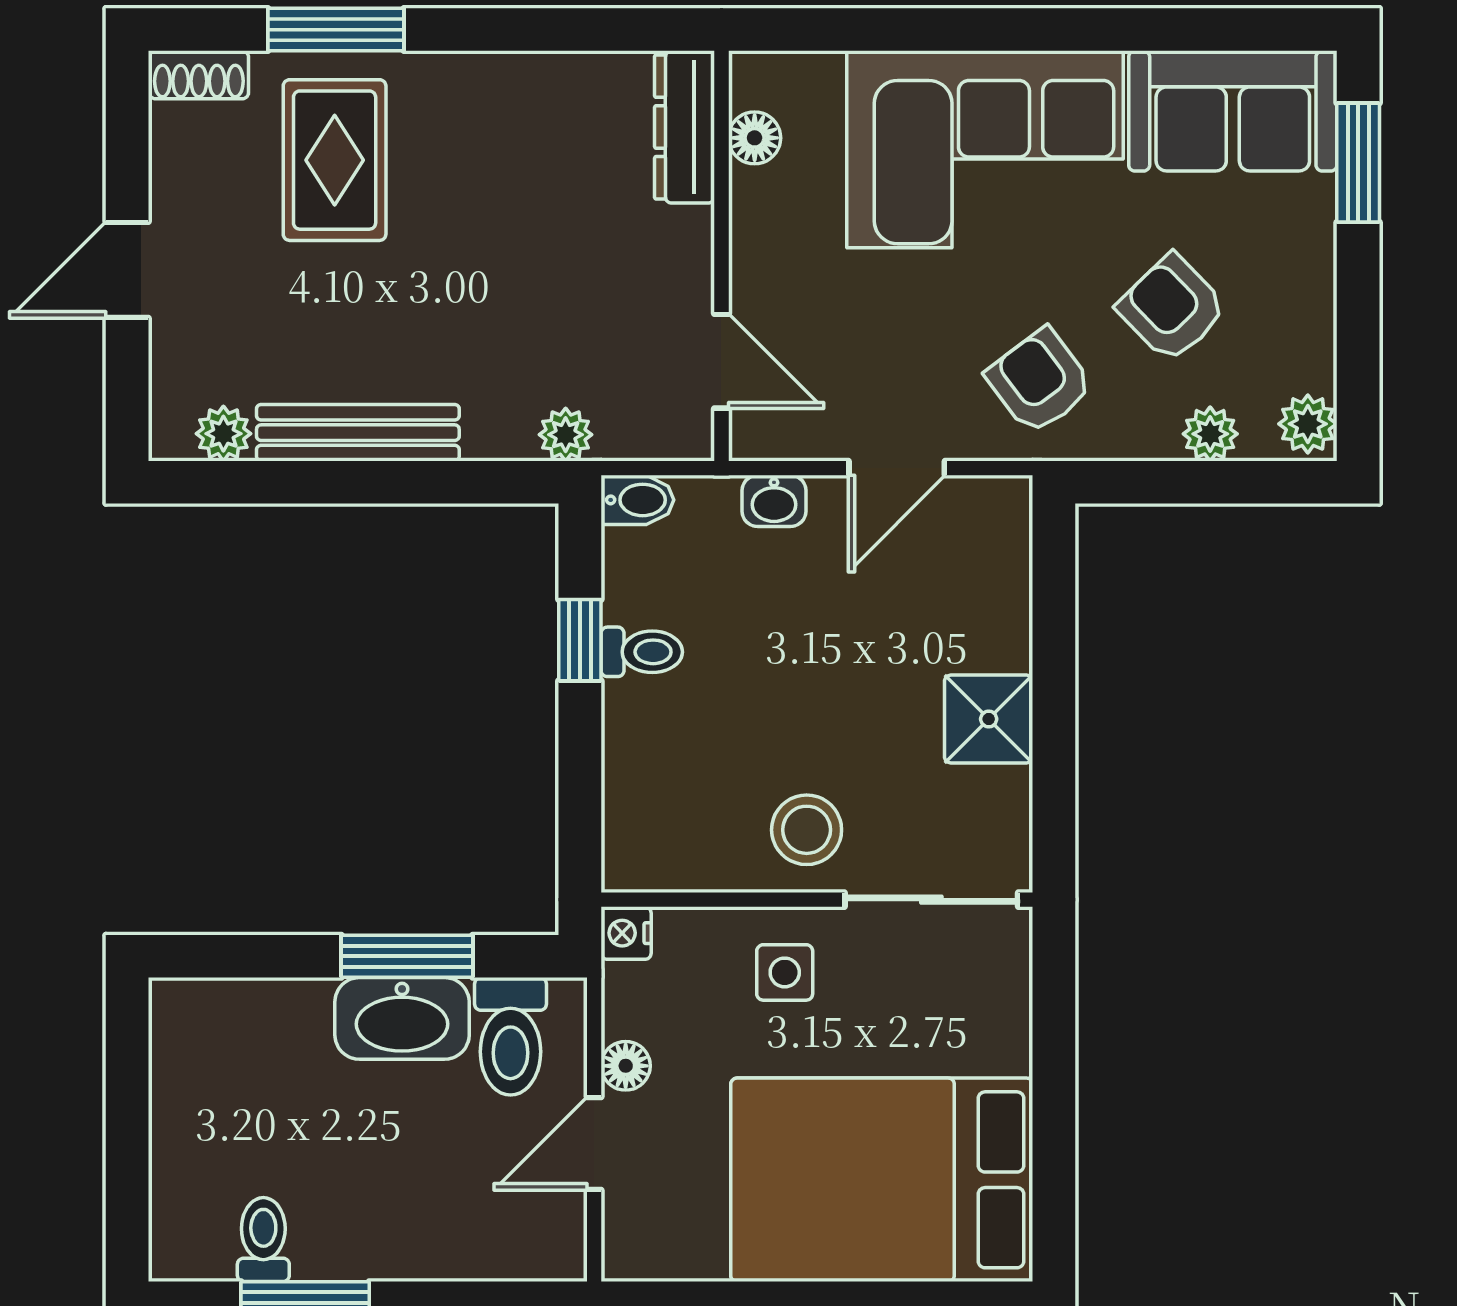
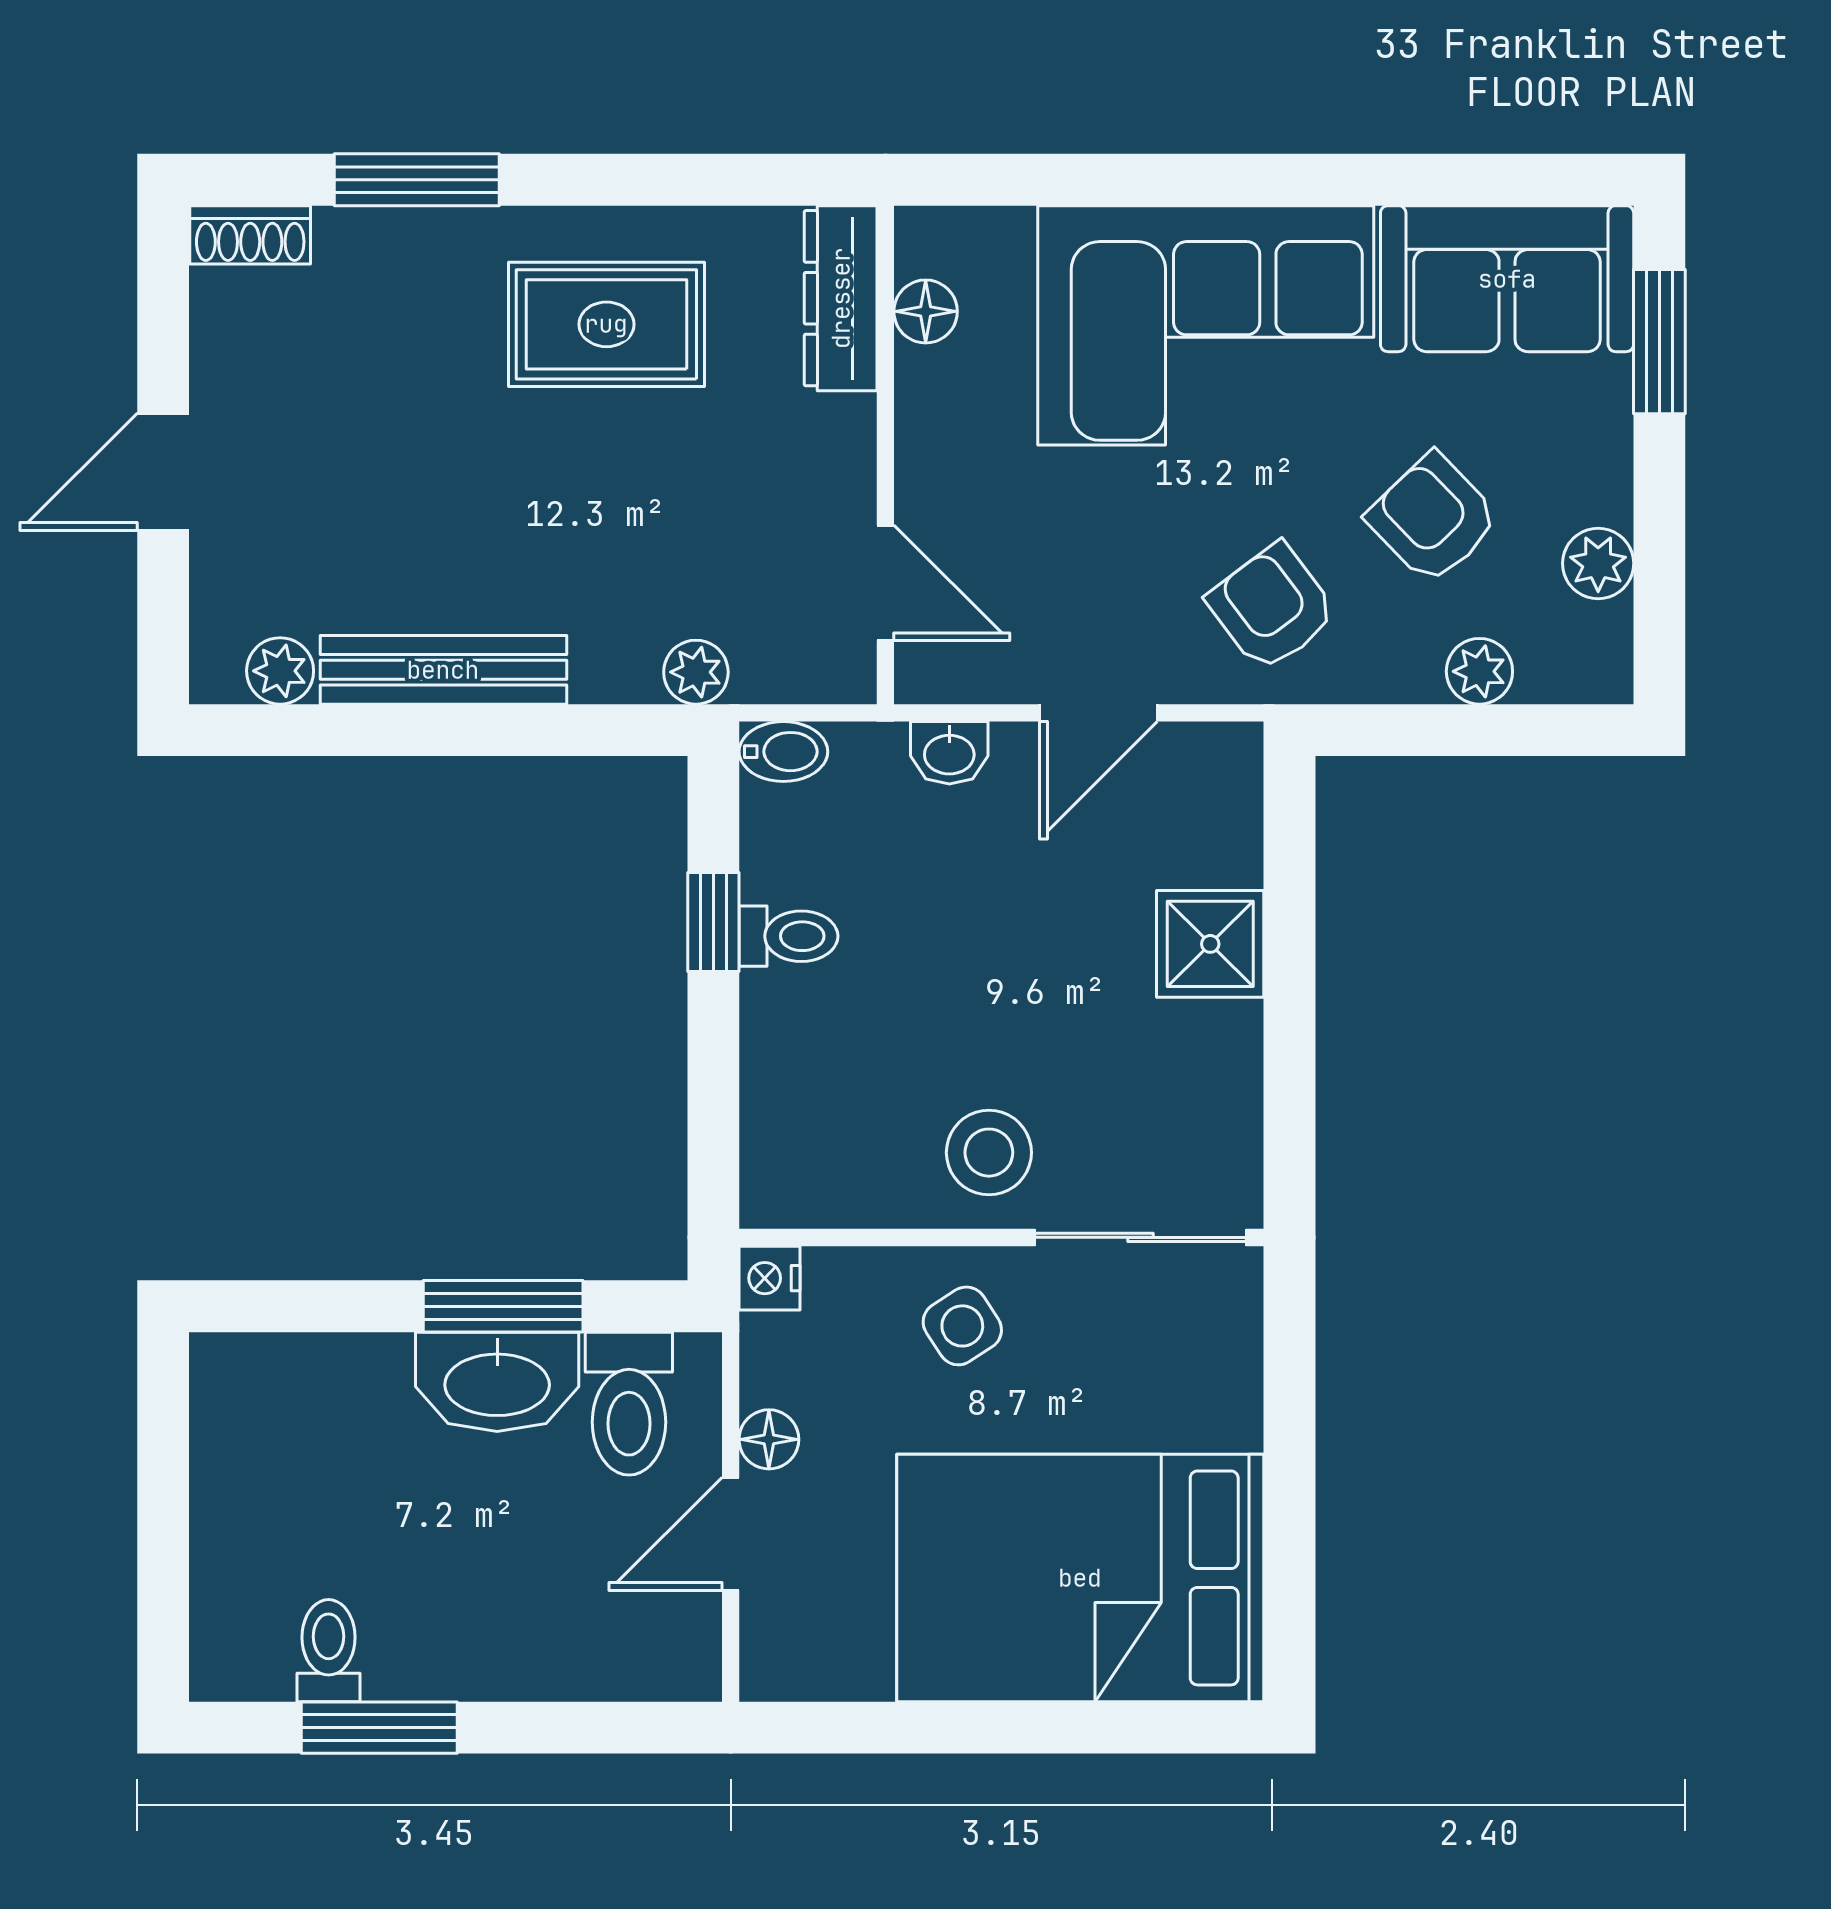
rug: (335, 160) -> (606, 324), moved, turned 90
plant: (1308, 424) -> (1598, 563), moved
shower: (989, 719) -> (1210, 944), moved
side table: (785, 972) -> (962, 1326), turned -33

